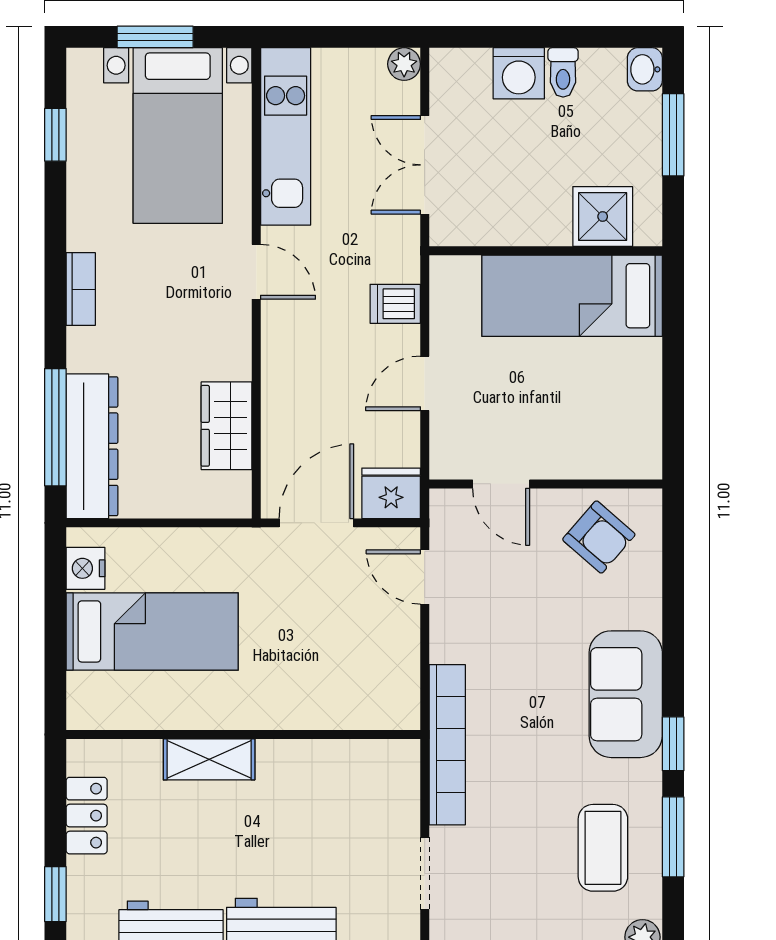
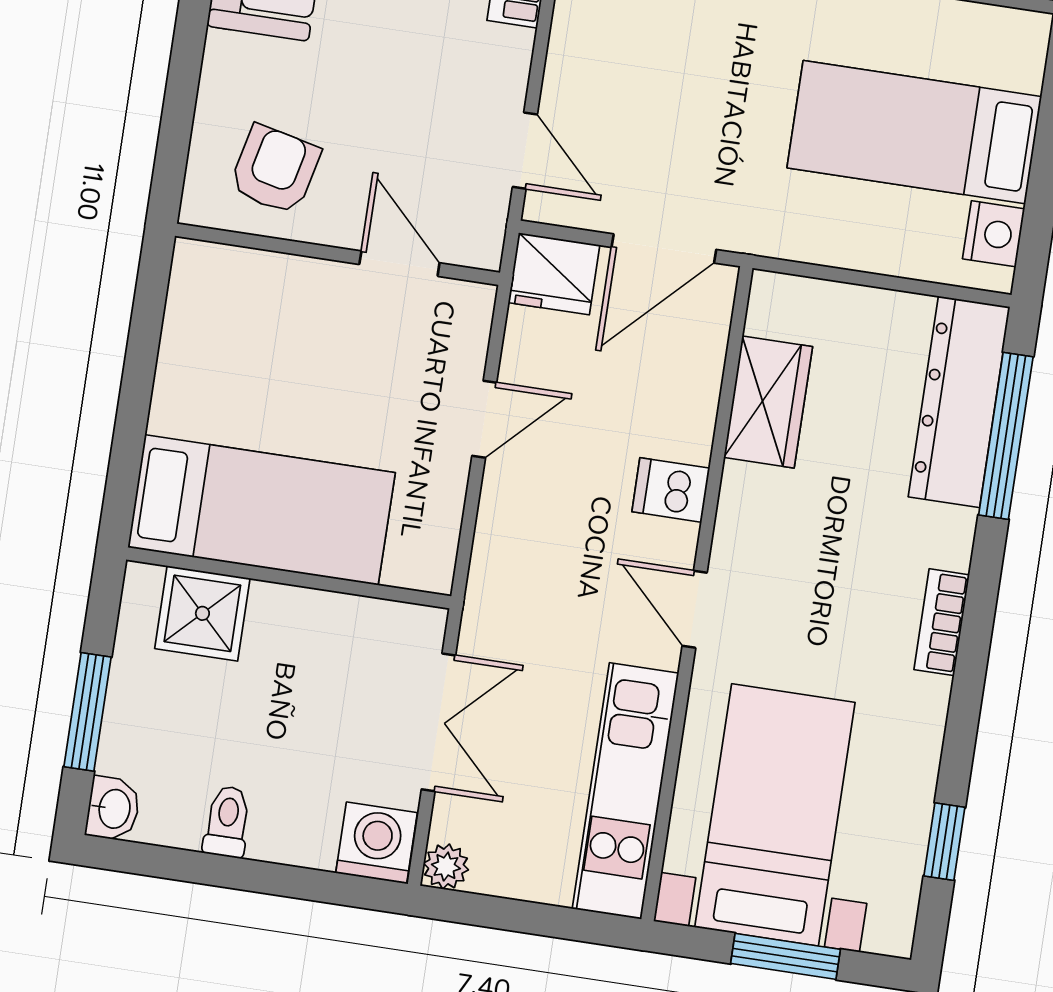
washing machine: (519, 73) -> (377, 843), moved
dishwasher: (395, 304) -> (671, 490), moved, turned 180
armchair: (599, 537) -> (275, 170), turned 62

